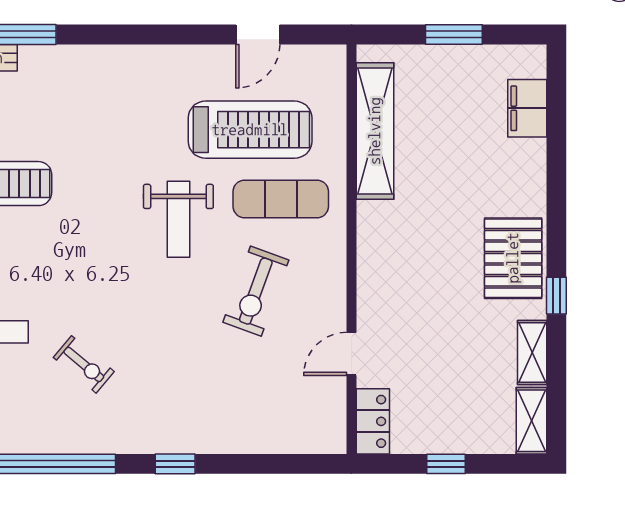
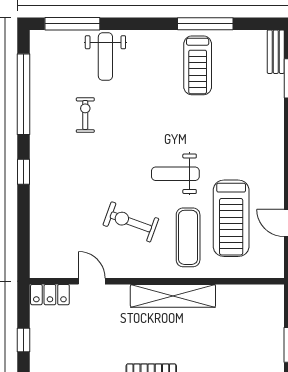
shelving: (375, 131) -> (173, 296), moved
exercise bike: (84, 364) -> (85, 115), turned 140

